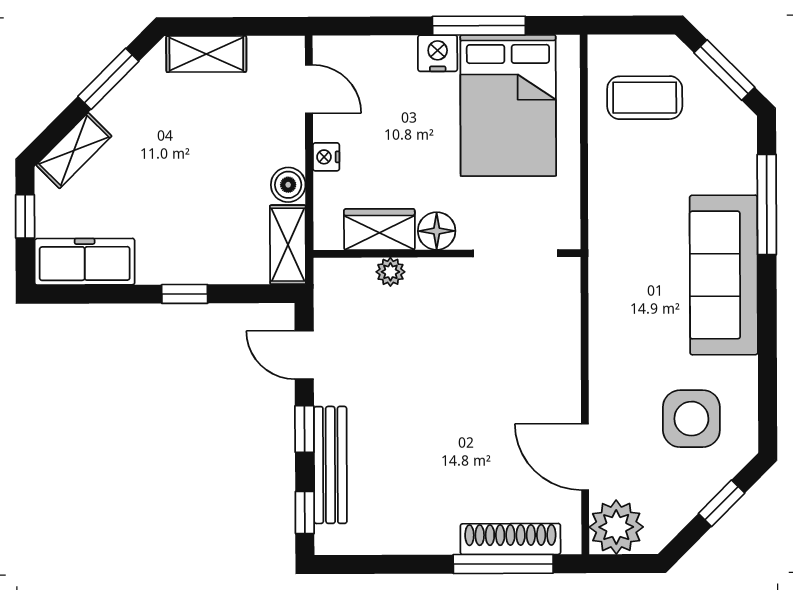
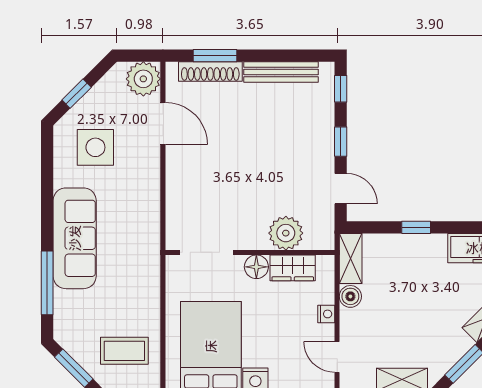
plant: (390, 272) -> (286, 233), width x1.88, depth x1.88
bench: (330, 465) -> (281, 72), moved, turned 90
window: (503, 564) -> (215, 56), width x0.69

